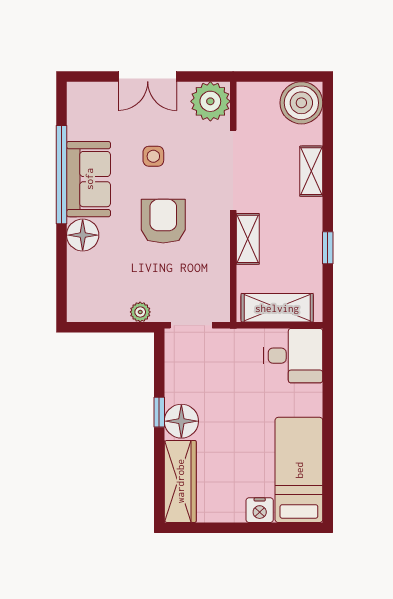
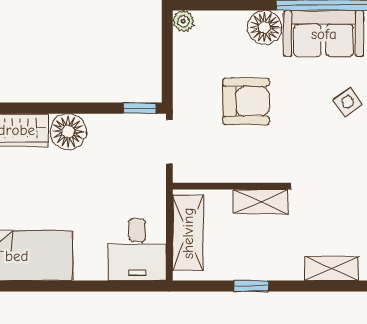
side table: (153, 156) -> (348, 102), turned -34
armchair: (163, 221) -> (246, 101), moved
plant: (140, 312) -> (183, 21), moved
window: (159, 412) -> (140, 108), moved

